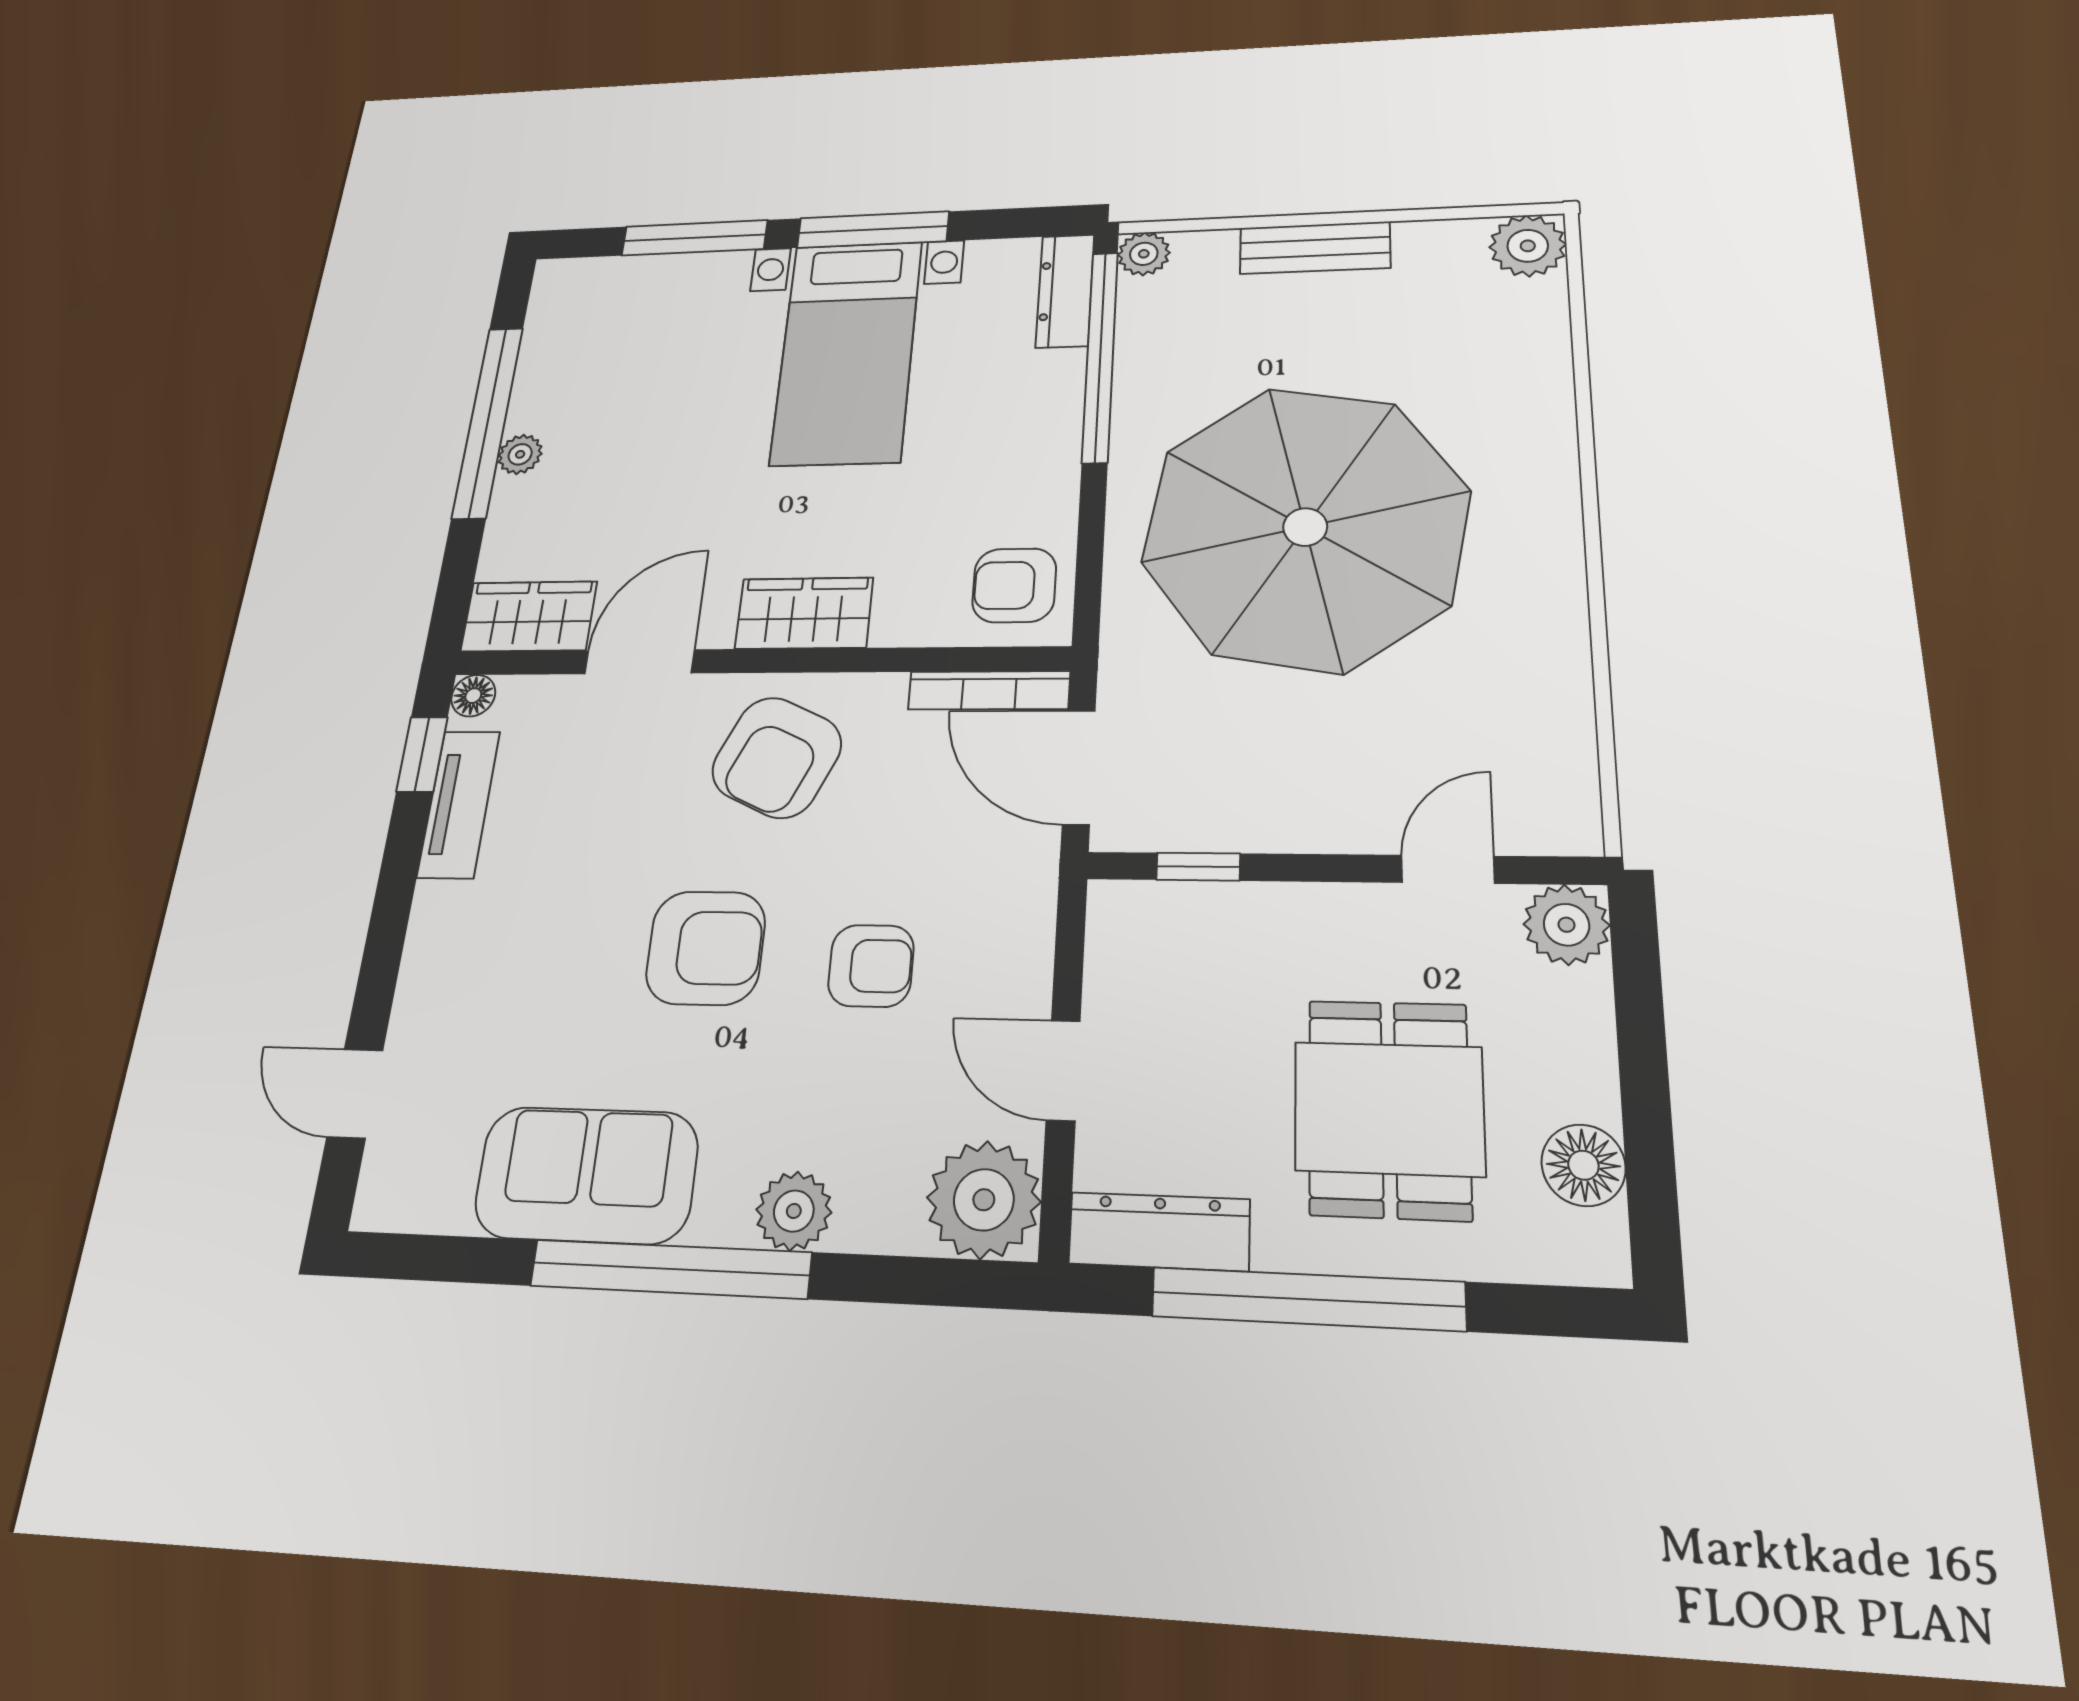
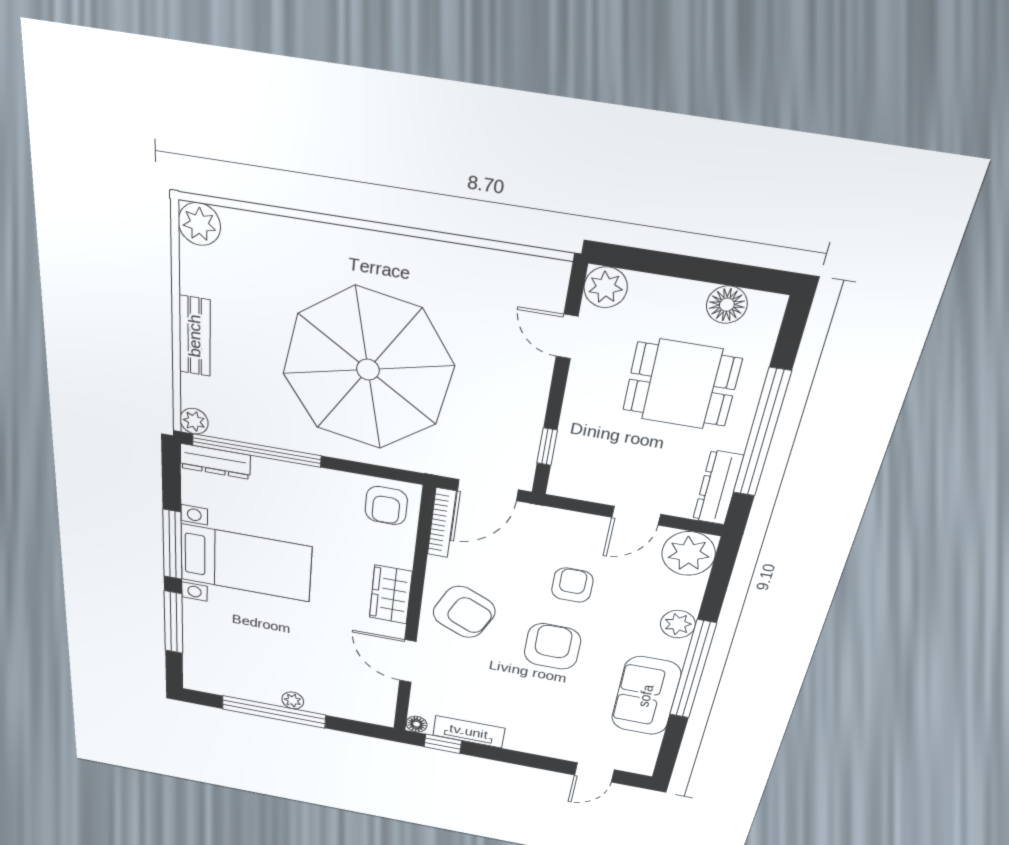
wardrobe: (529, 616) -> (379, 702), removed

